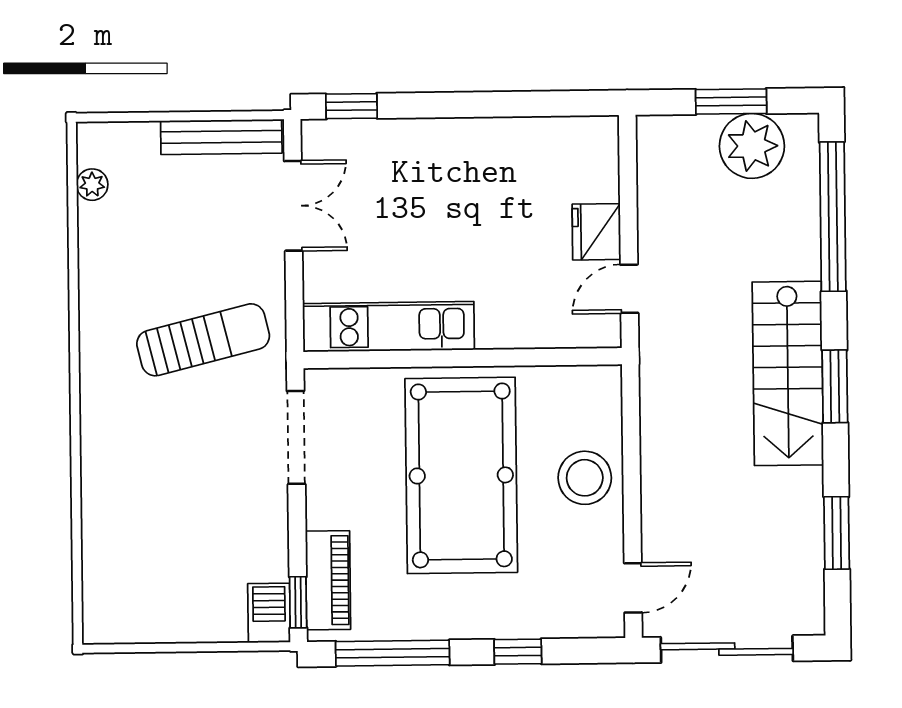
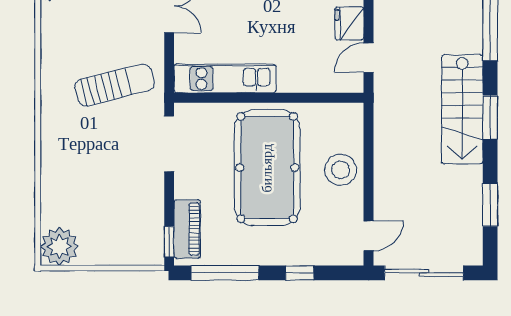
plant: (114, 612) -> (59, 246), added
barbecue: (269, 613) -> (152, 248), removed

